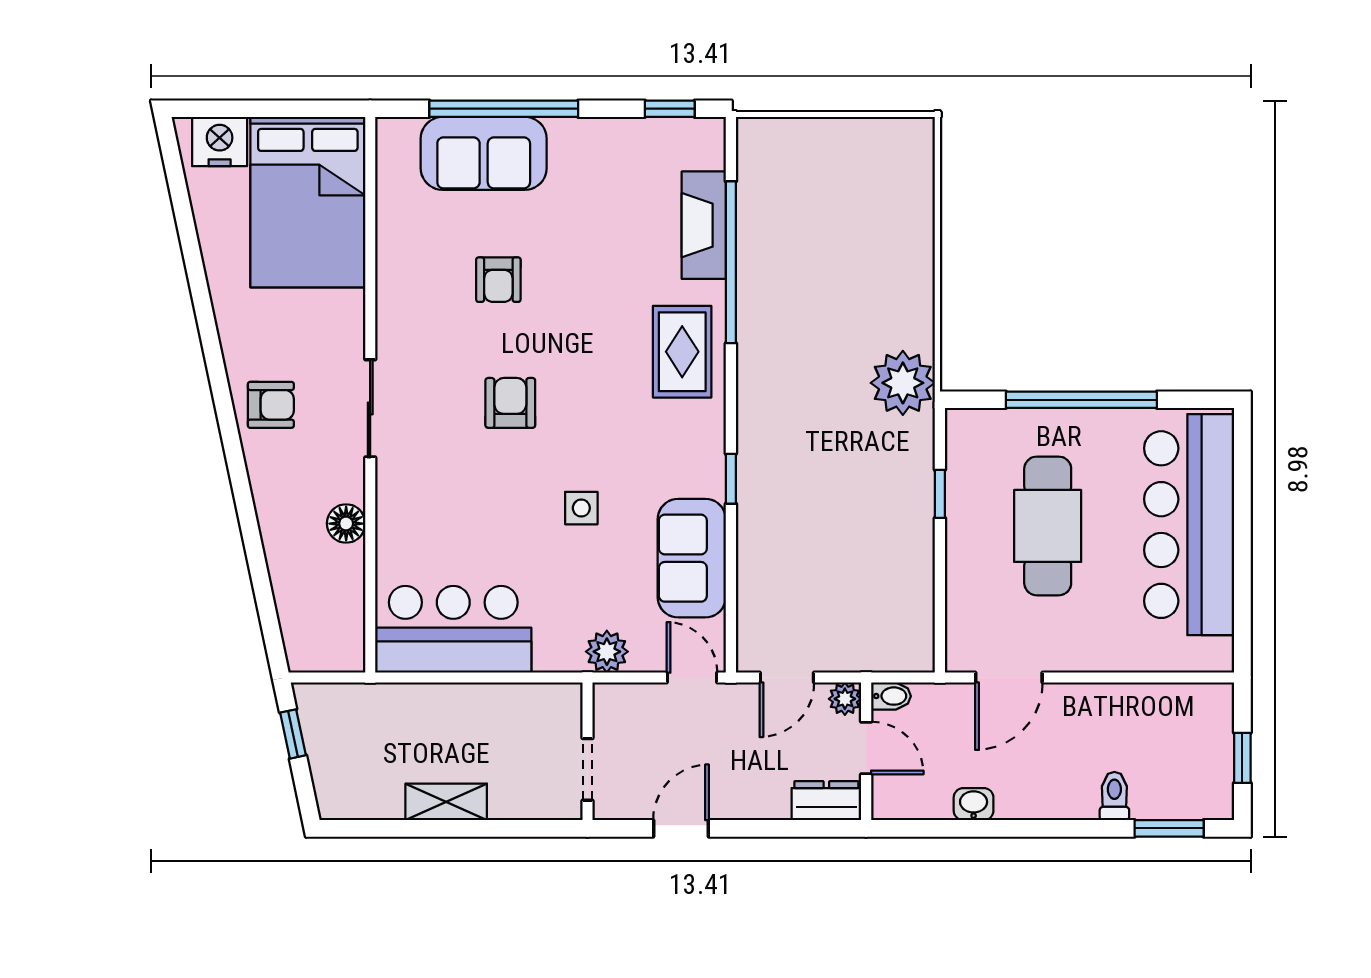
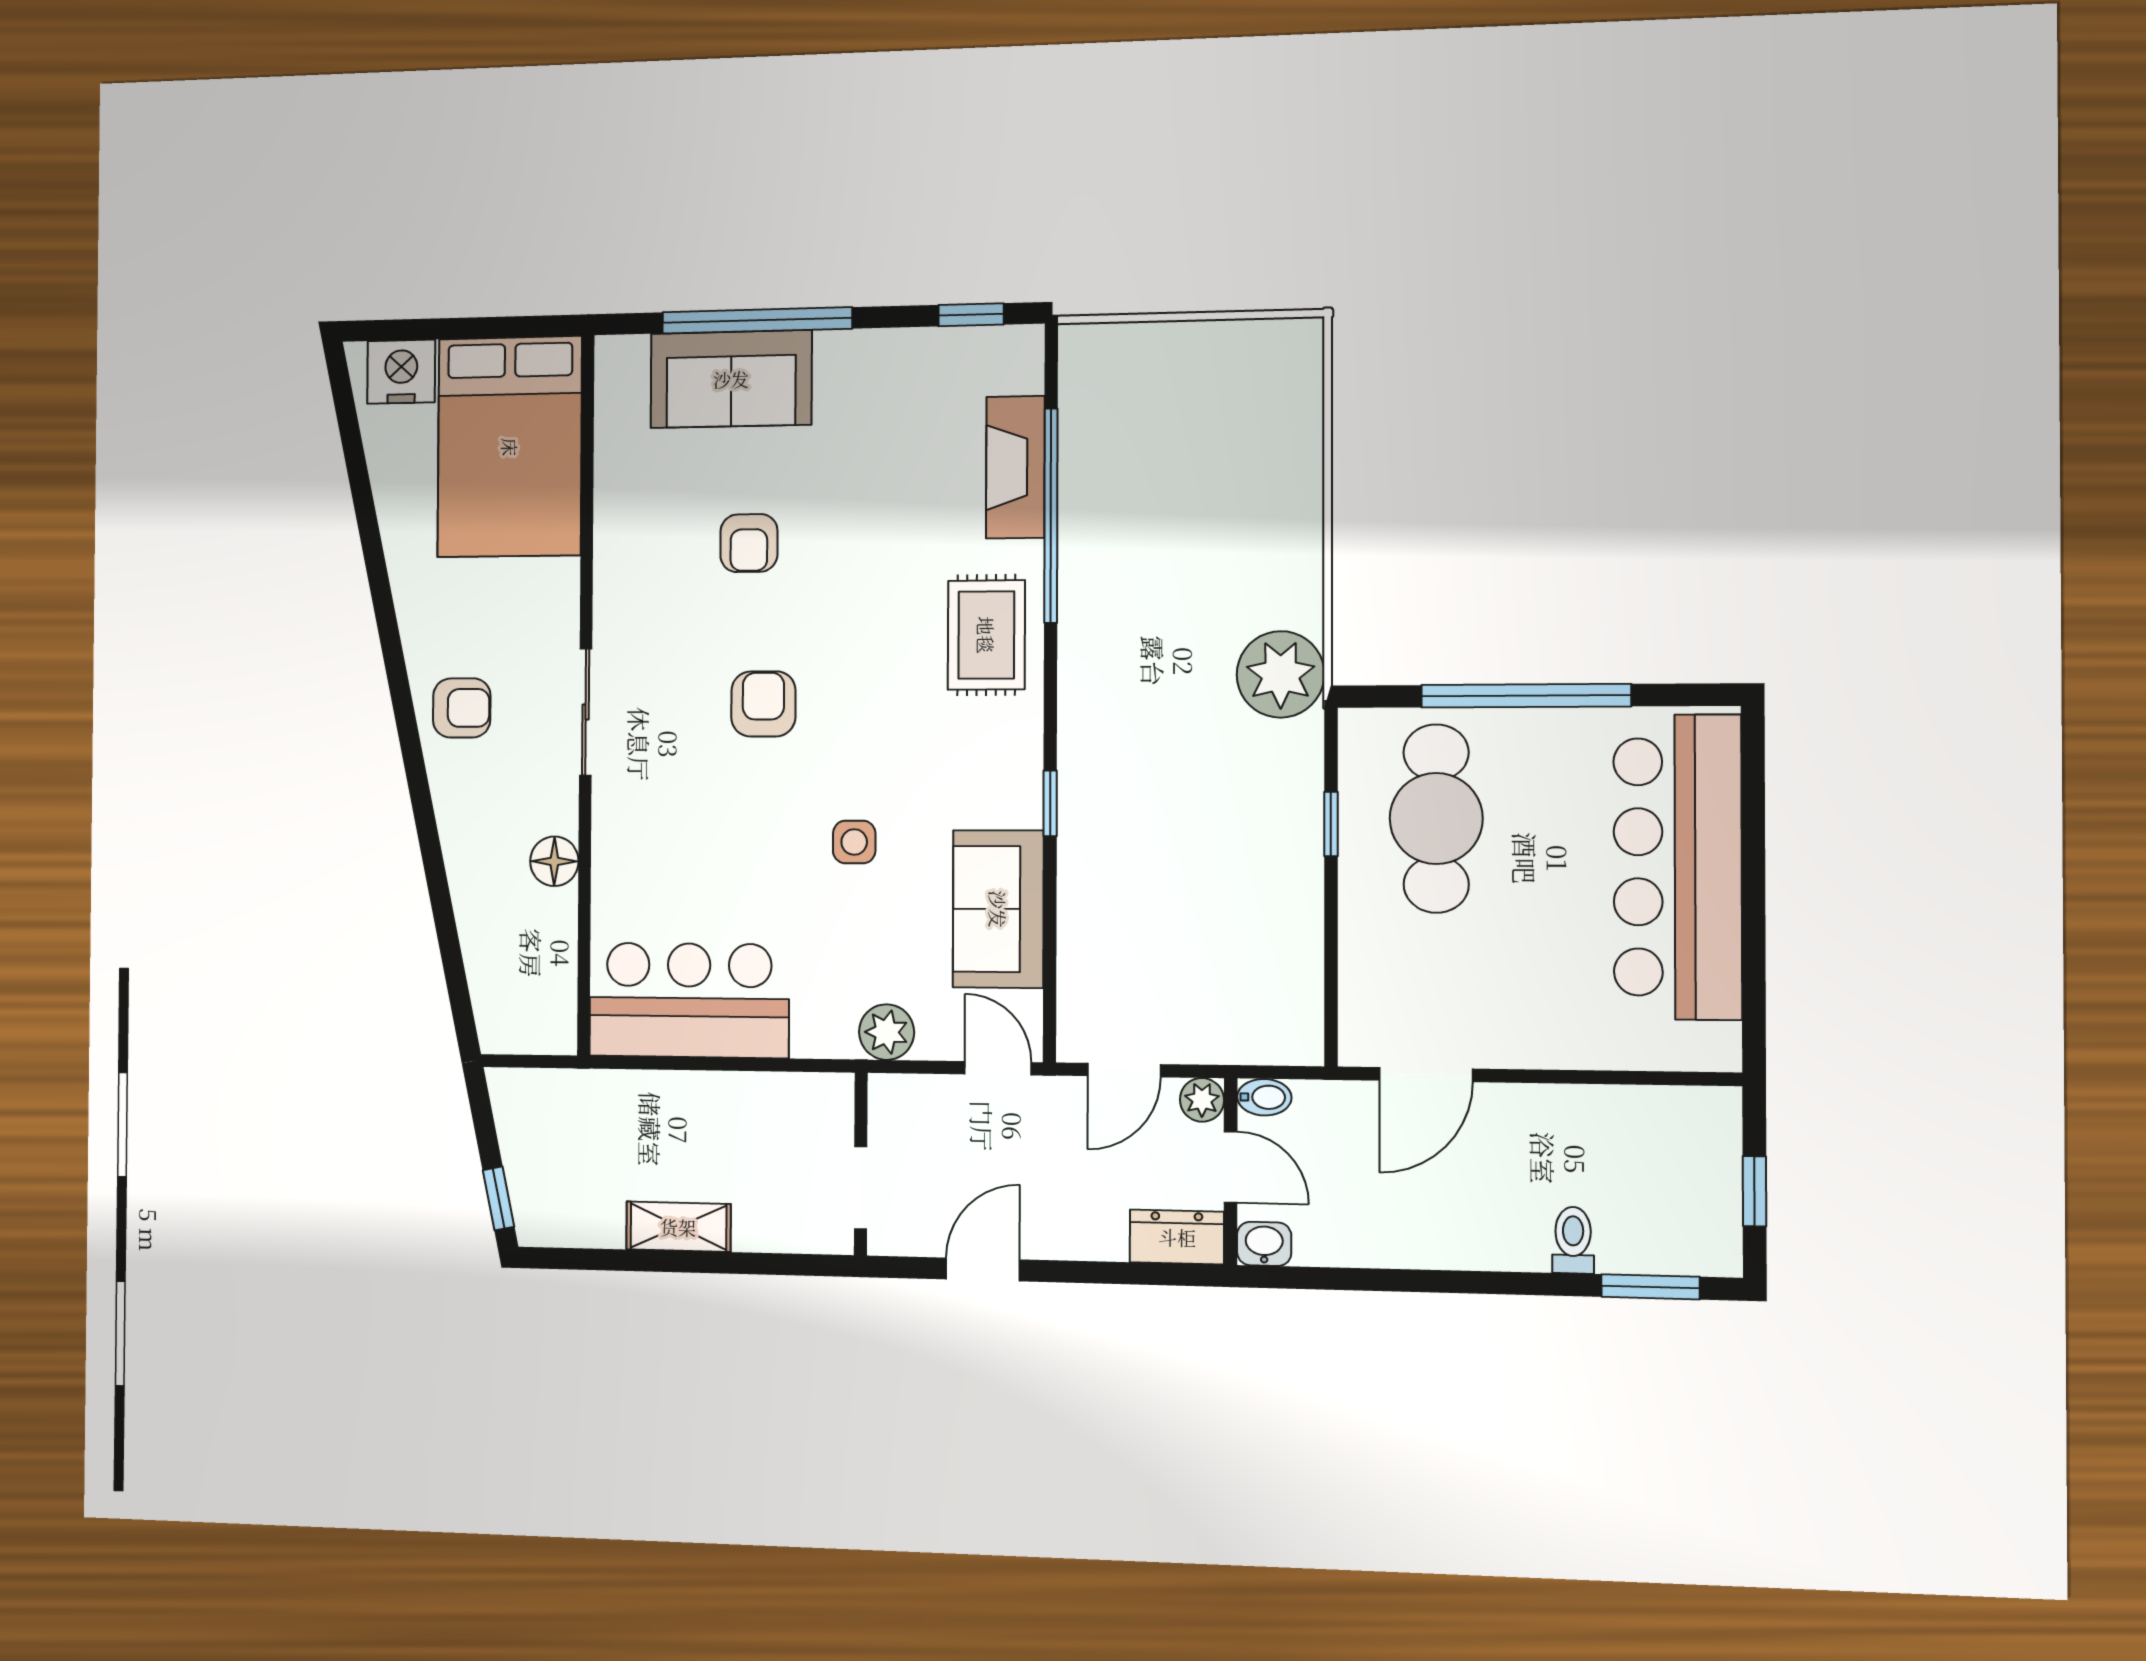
cafe table: (1048, 526) -> (1436, 819), moved
window: (293, 734) -> (499, 1198), moved
washbasin: (974, 804) -> (1264, 1244), moved

